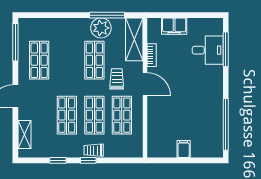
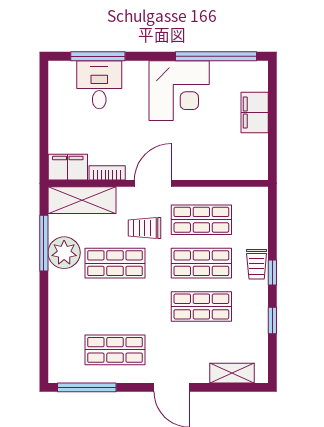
filing cabinet: (174, 26) -> (68, 167), moved, turned -90
corner desk: (204, 101) -> (179, 91), added
filing cabinet: (184, 149) -> (255, 113), width x2.00

